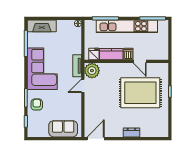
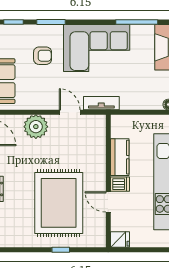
fridge: (94, 54) -> (120, 240), moved
door: (140, 61) -> (108, 202), hinge flipped
plant: (92, 71) -> (36, 127), moved
armchair: (37, 105) -> (43, 56), moved

